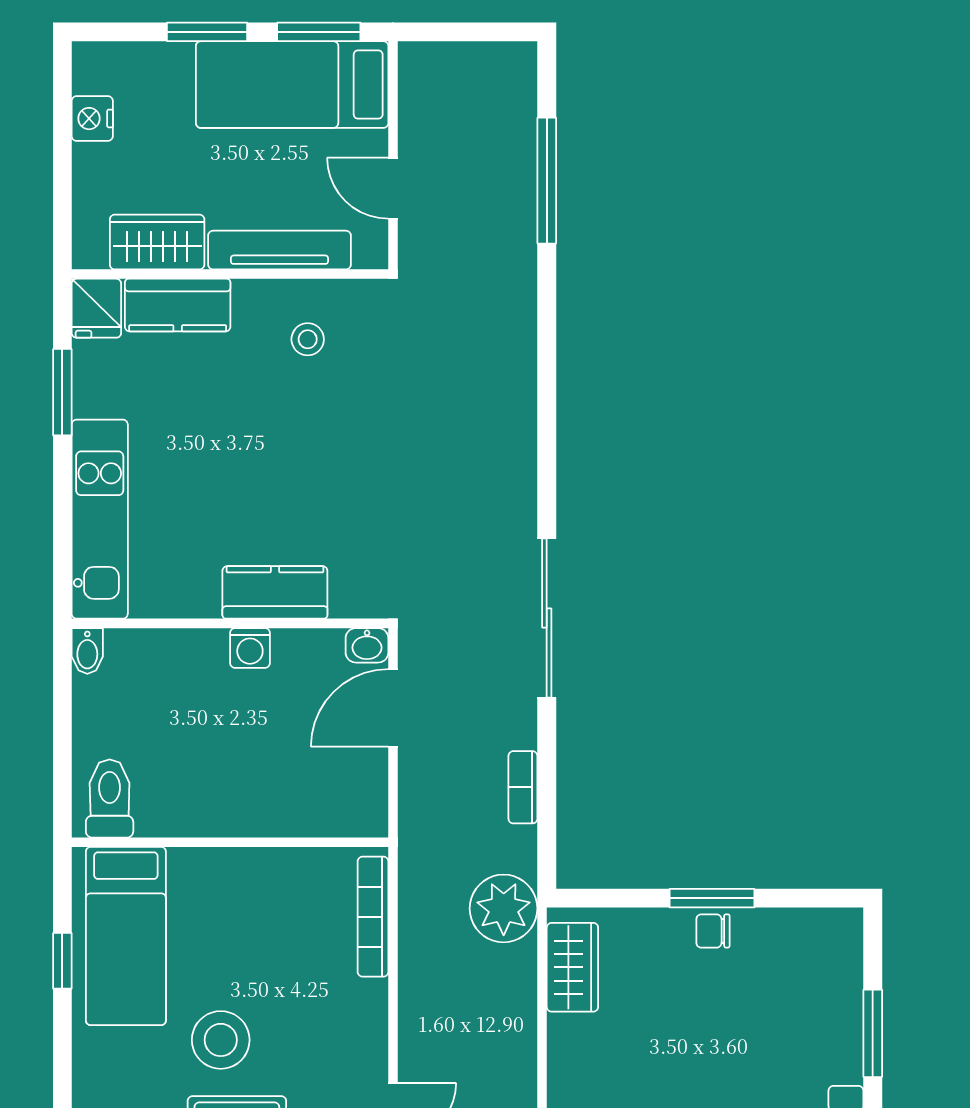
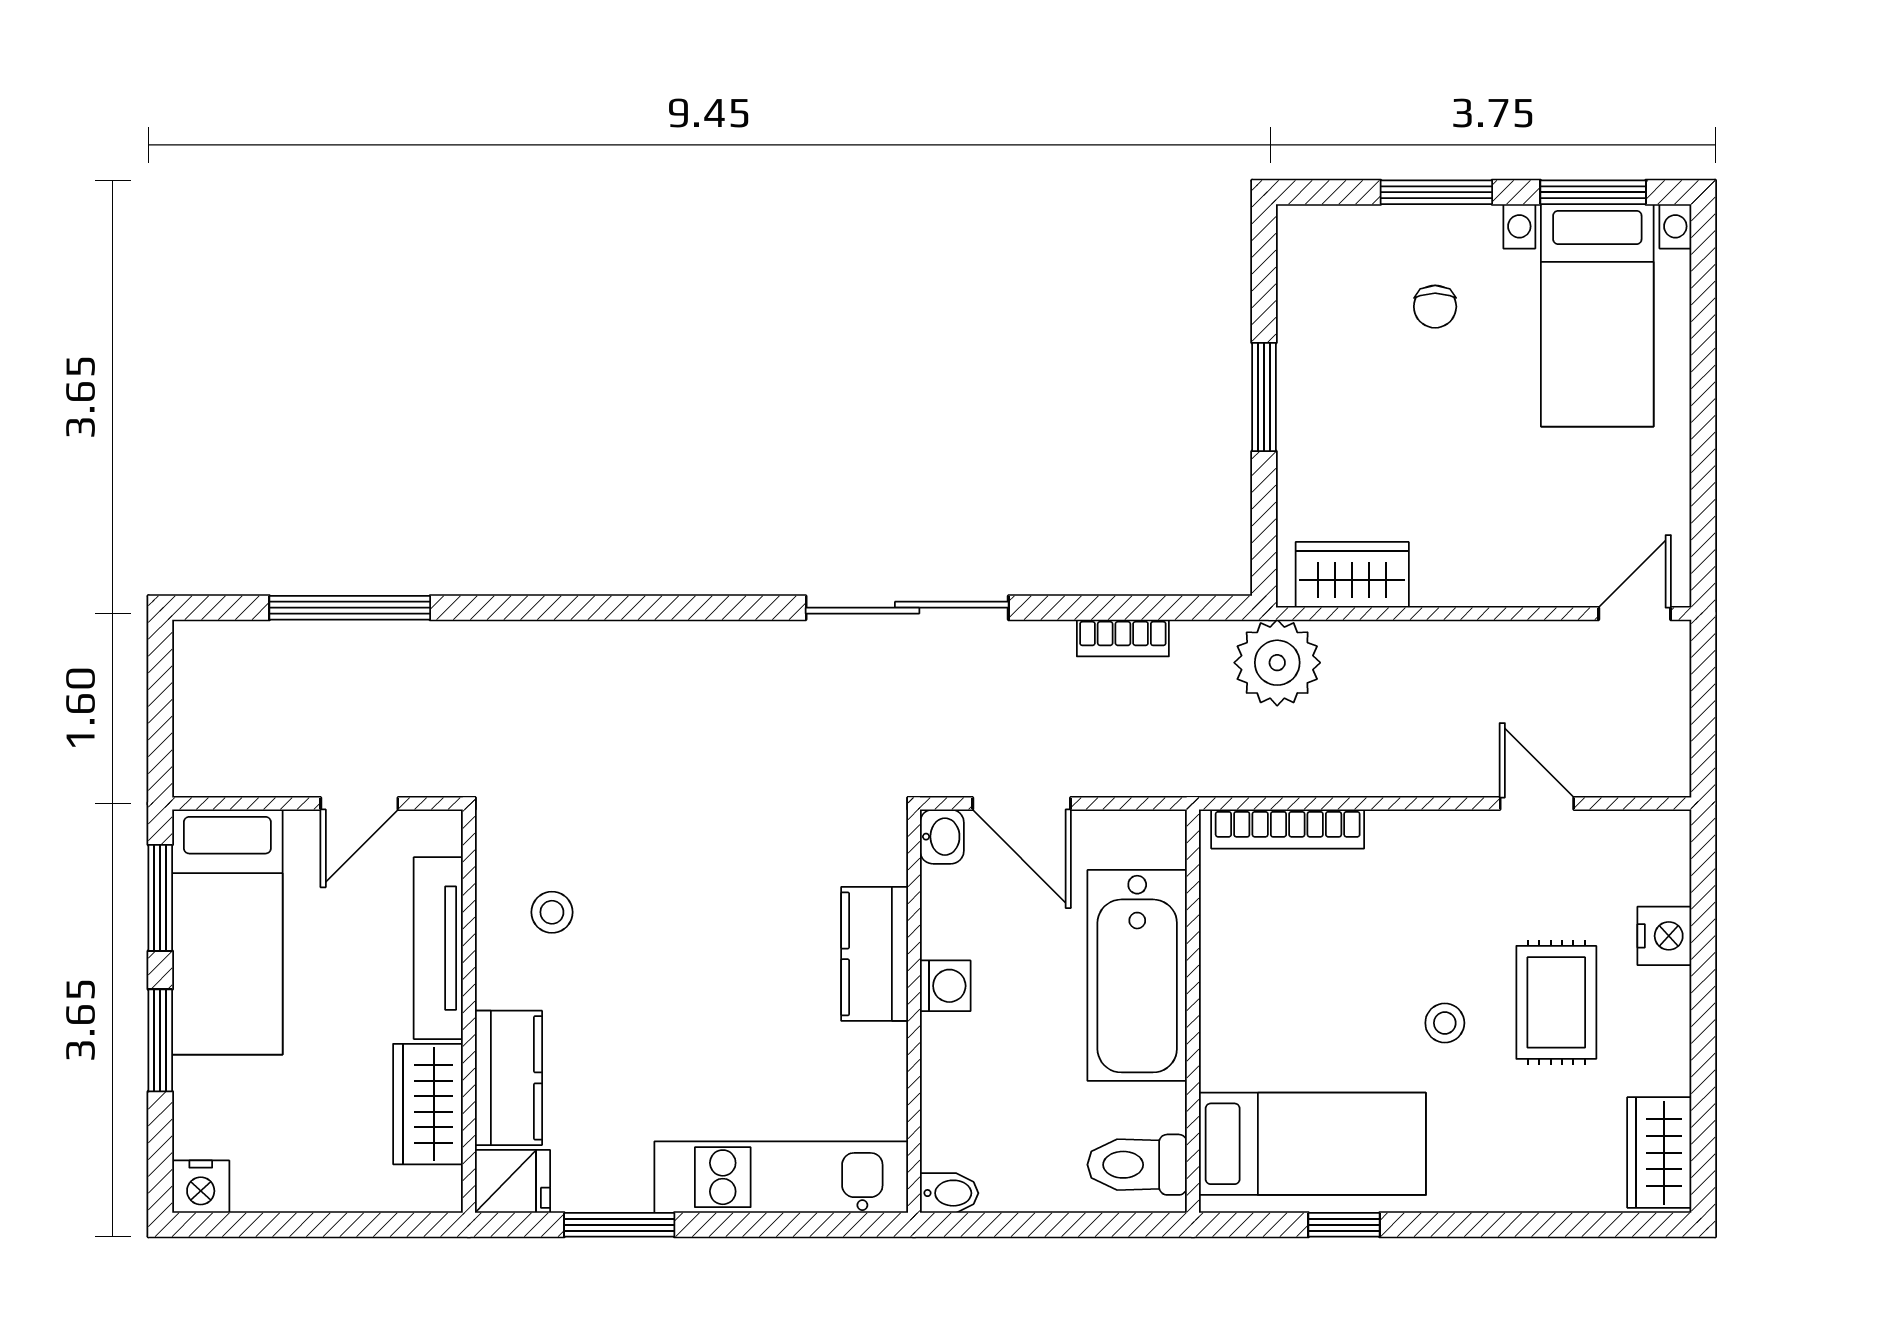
nightstand: (92, 119) -> (201, 1187), moved
bathtub: (258, 799) -> (1137, 975), added
chair: (713, 931) -> (1435, 307), moved
stool: (221, 1040) -> (1445, 1023), width x0.53, depth x0.53

